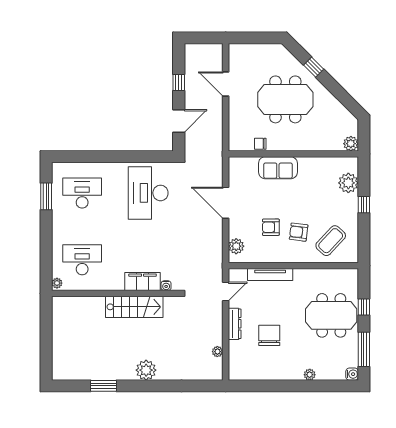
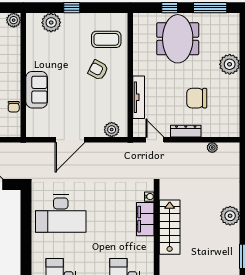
armchair: (271, 227) -> (93, 97), removed
armchair: (299, 232) -> (98, 70), turned 111
coffee table: (331, 241) -> (106, 39), turned -43
water cooler: (352, 374) -> (234, 19), removed
plant: (310, 375) -> (230, 64), width x1.88, depth x1.88

